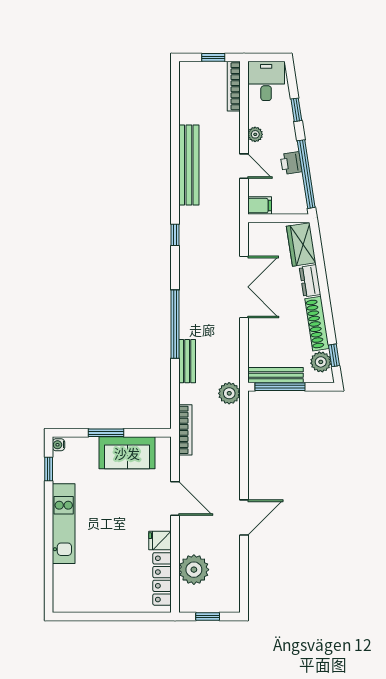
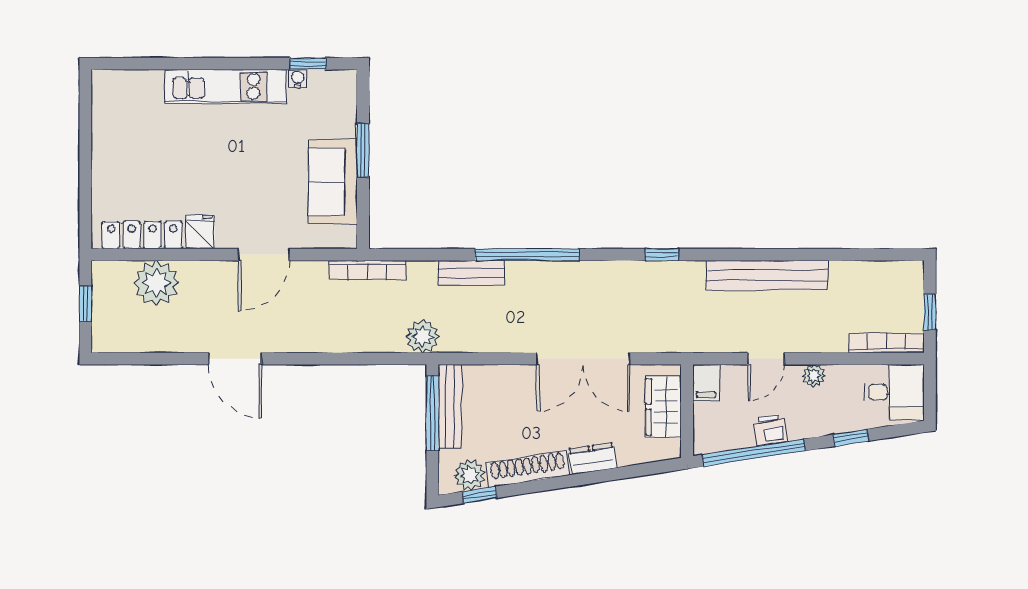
wardrobe: (301, 245) -> (663, 407), moved, turned -81
water cooler: (58, 445) -> (298, 79), moved

